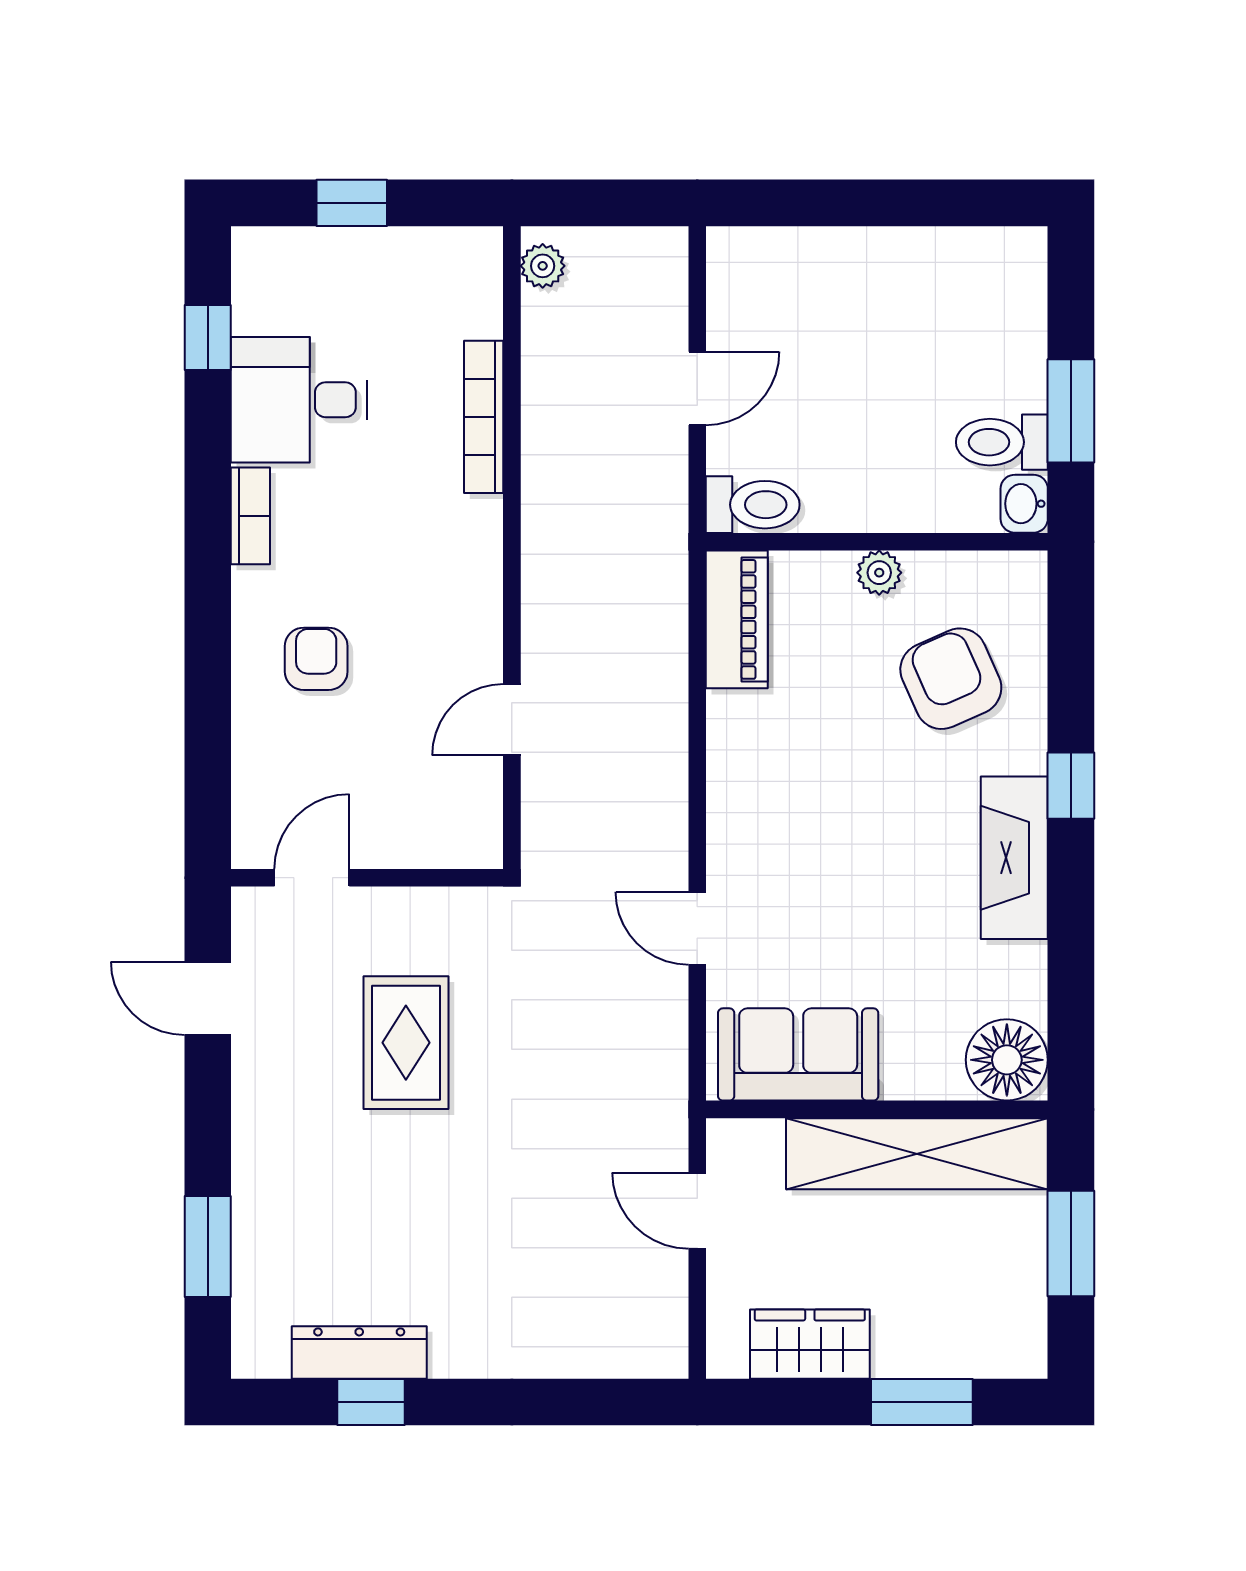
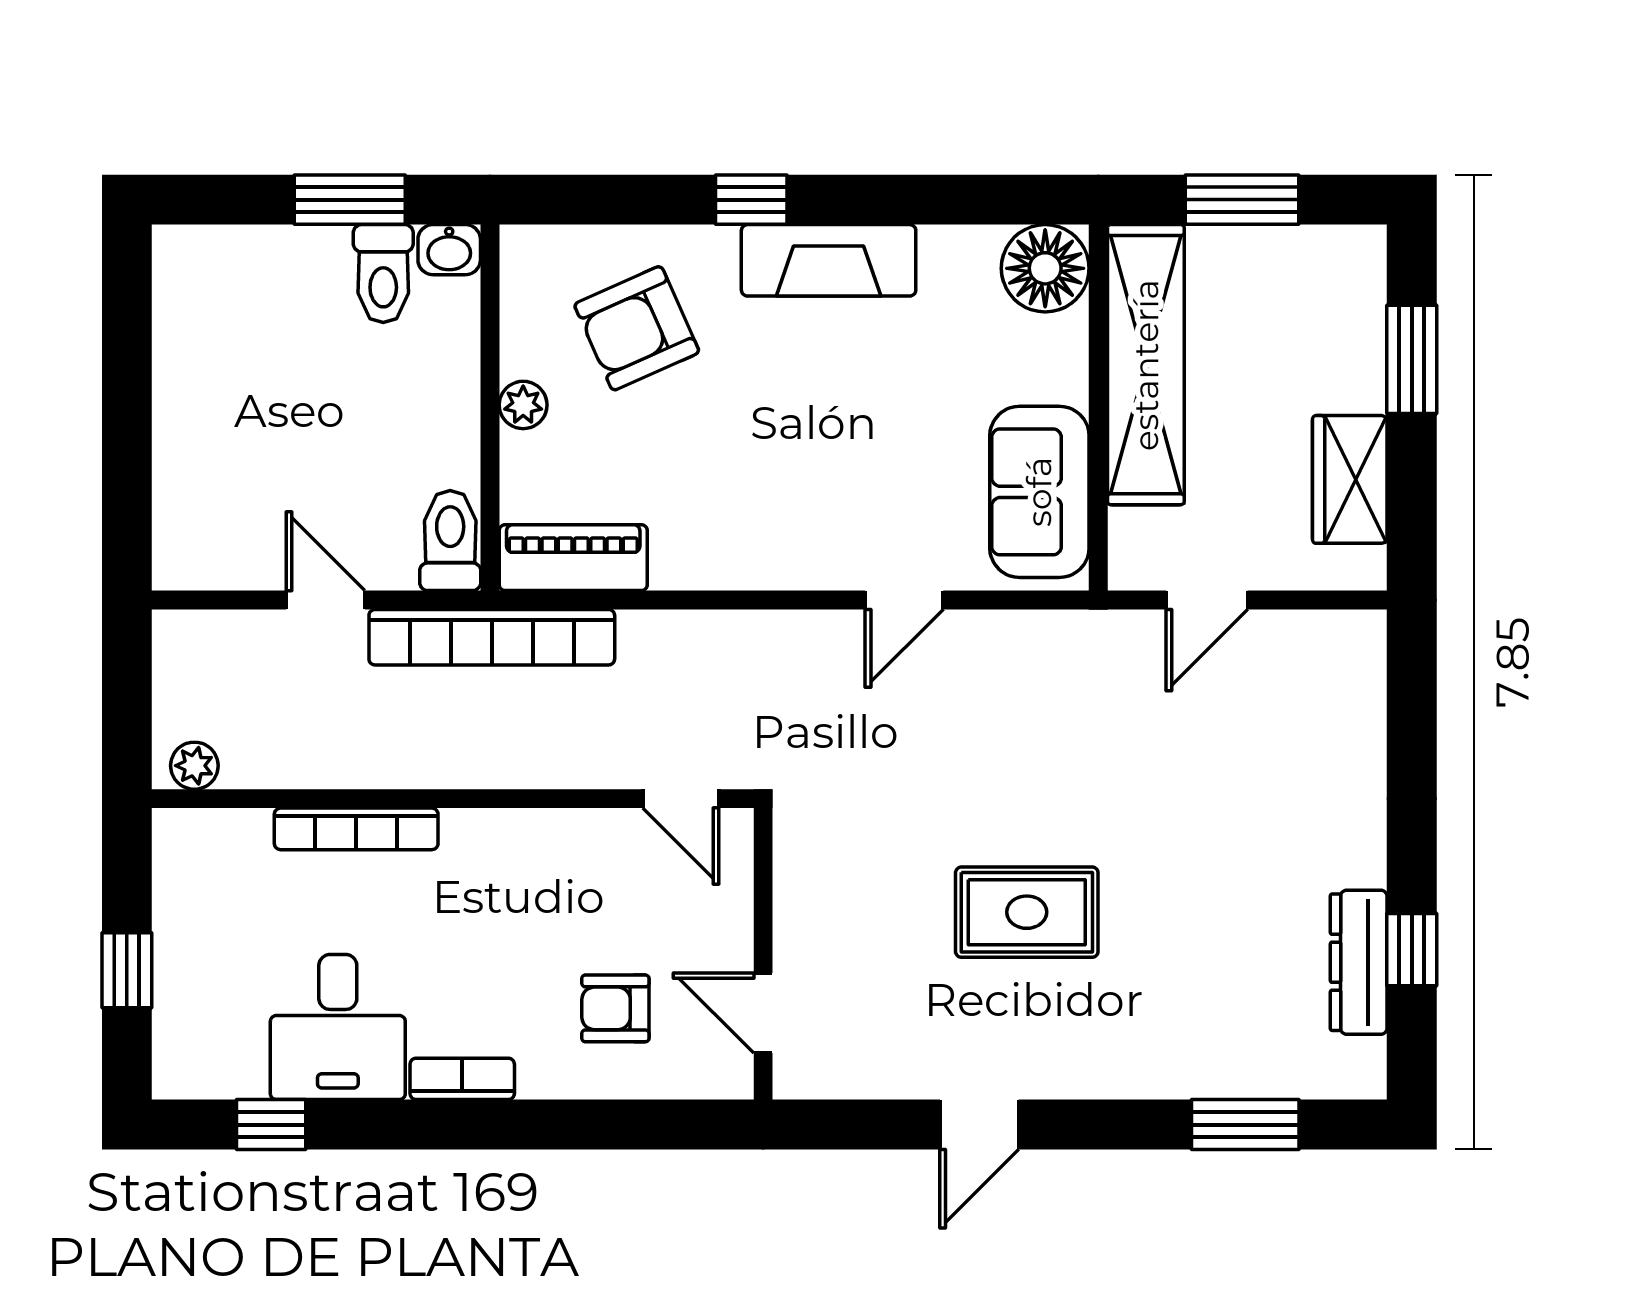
bookcase: (663, 543) -> (492, 637), added
door: (312, 878) -> (763, 1013), moved
wall: (367, 878) -> (763, 954), moved

